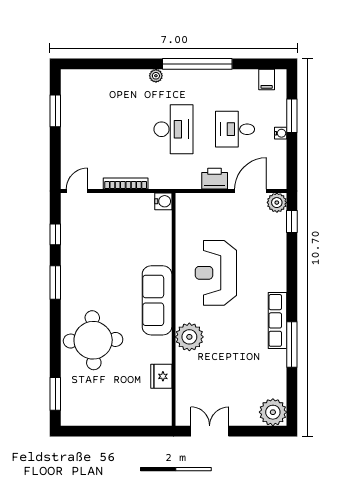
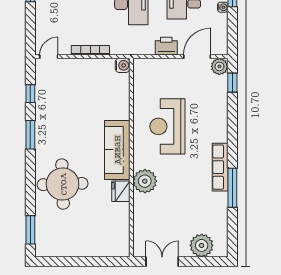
fridge: (161, 376) -> (121, 191), moved
plant: (273, 412) -> (202, 245), moved

